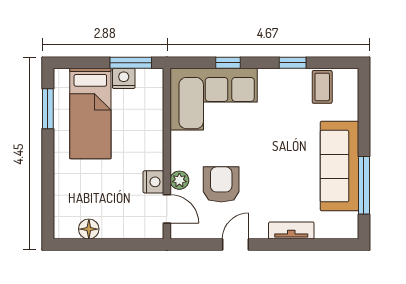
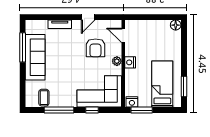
window: (293, 63) -> (59, 110), width x2.17
nightstand: (124, 78) -> (132, 102), moved
plant: (179, 180) -> (117, 61), moved
nightstand: (153, 182) -> (130, 62), moved
floor lamp: (89, 229) -> (176, 25), moved

